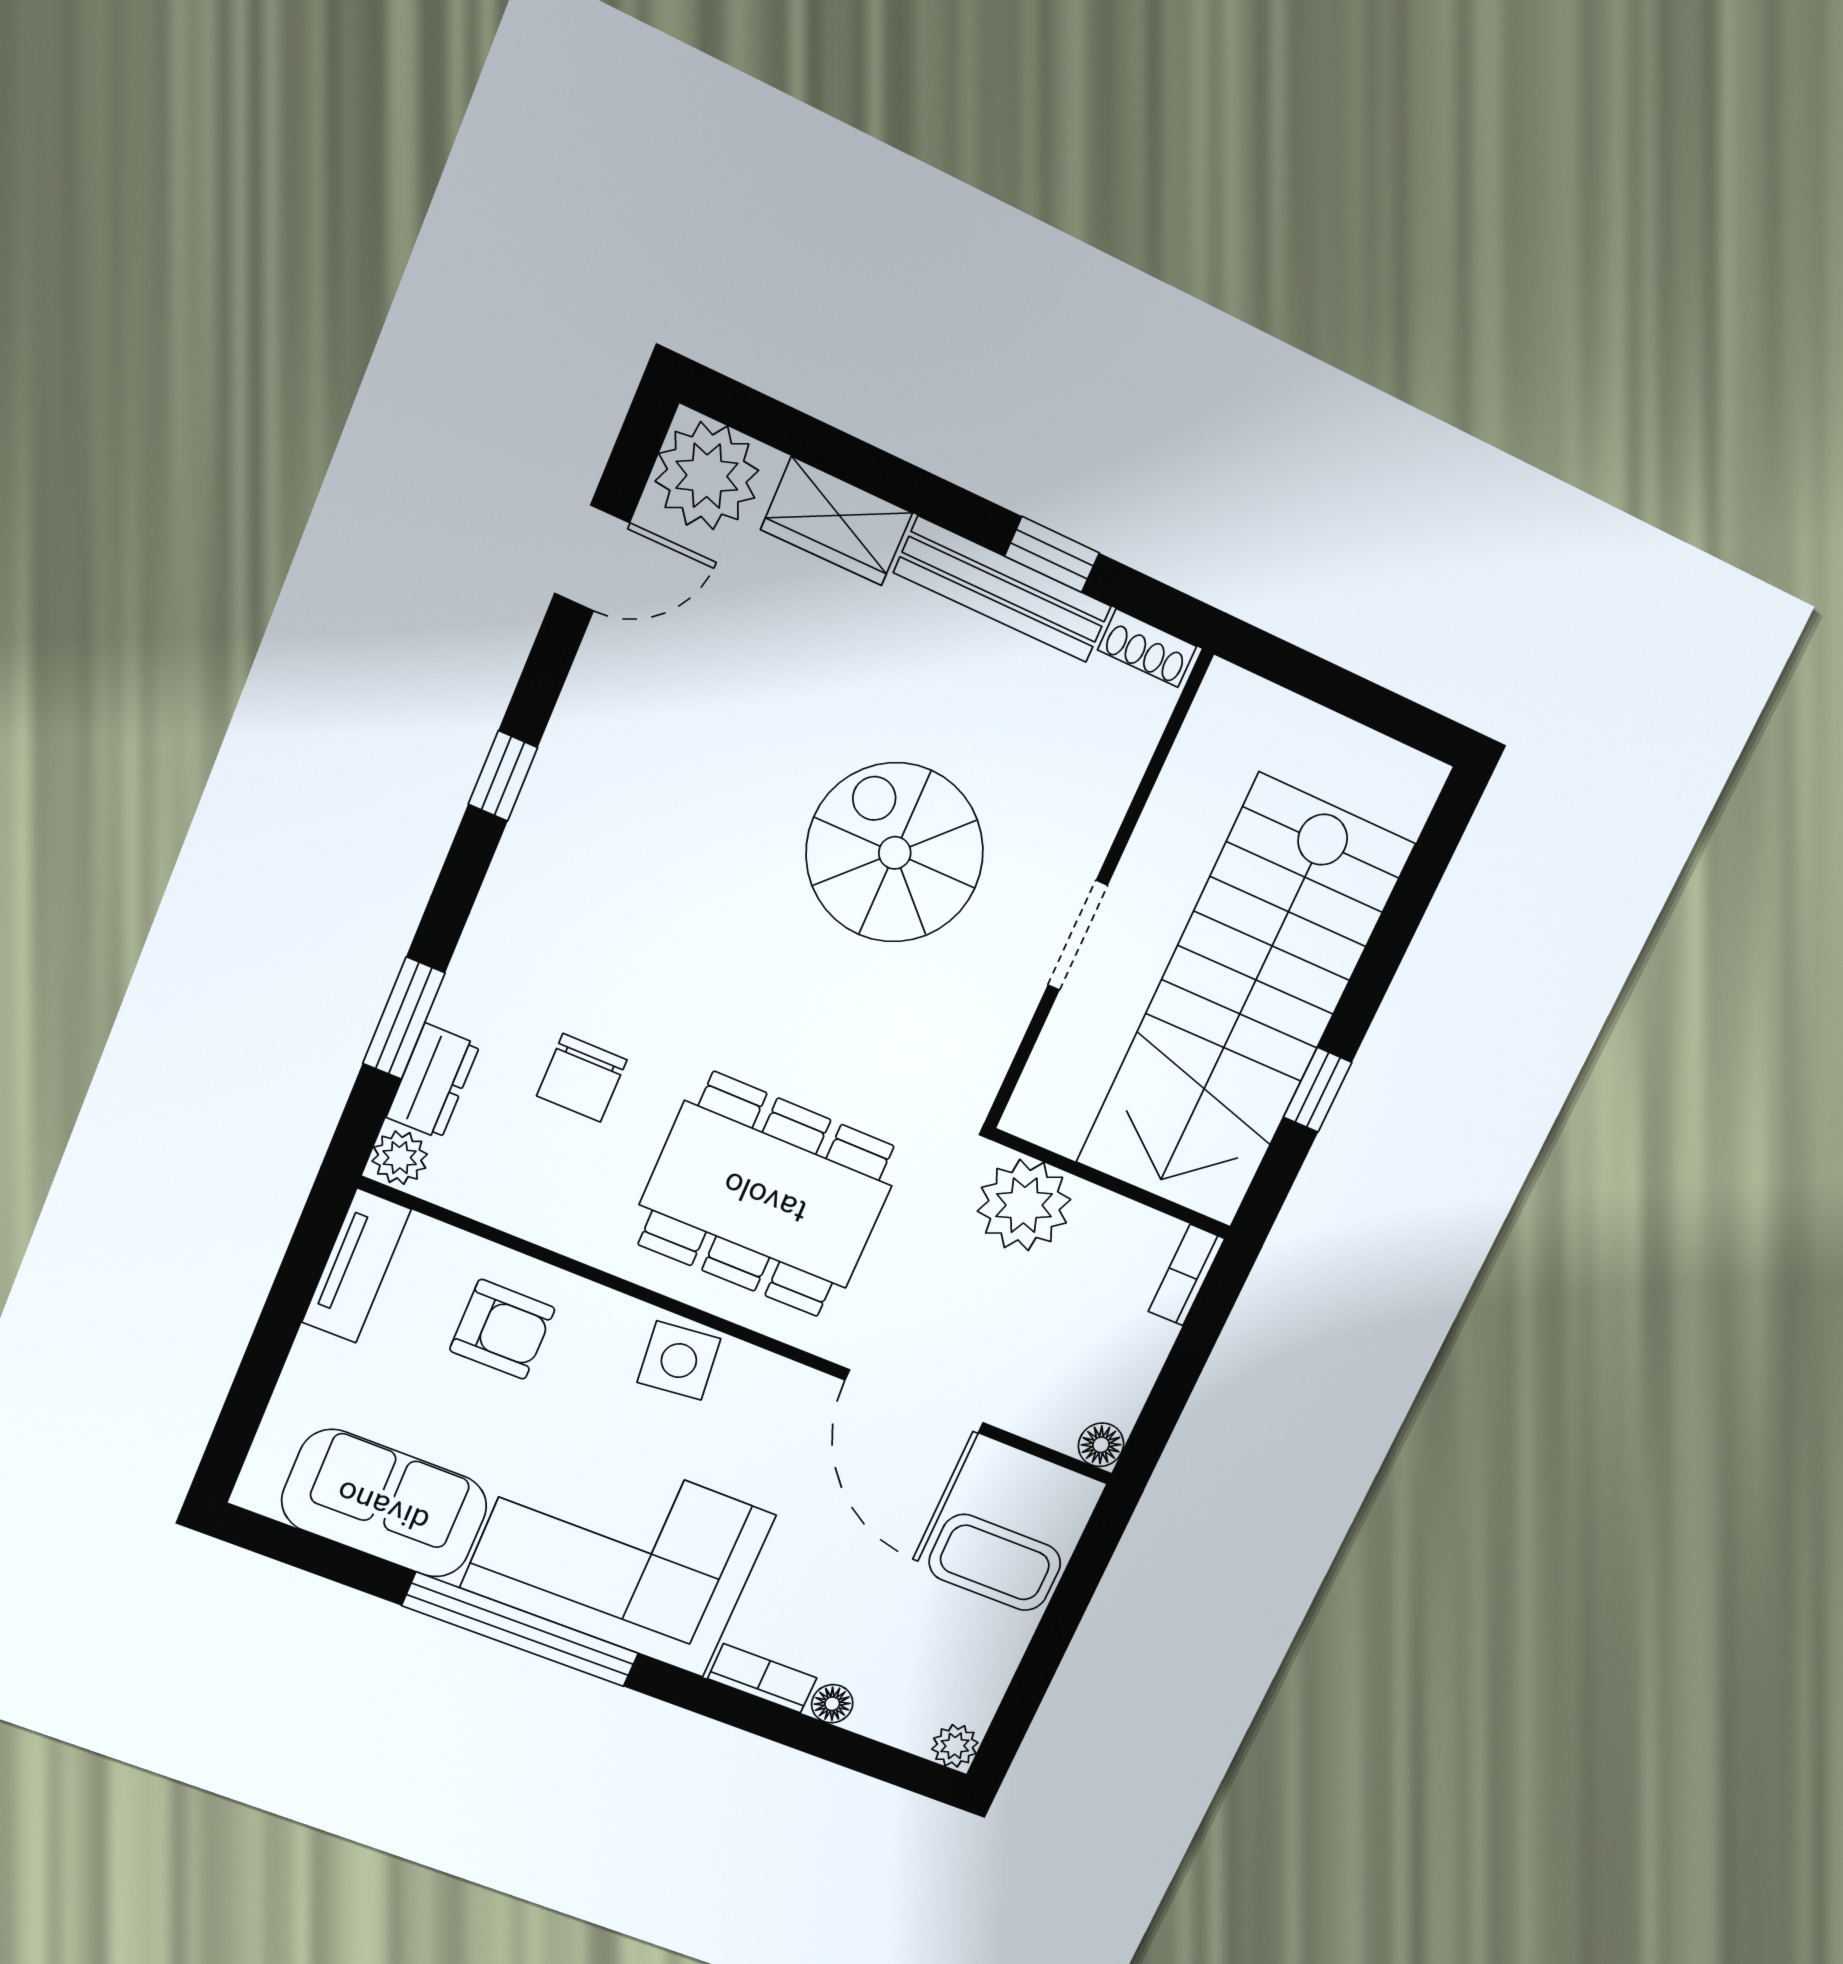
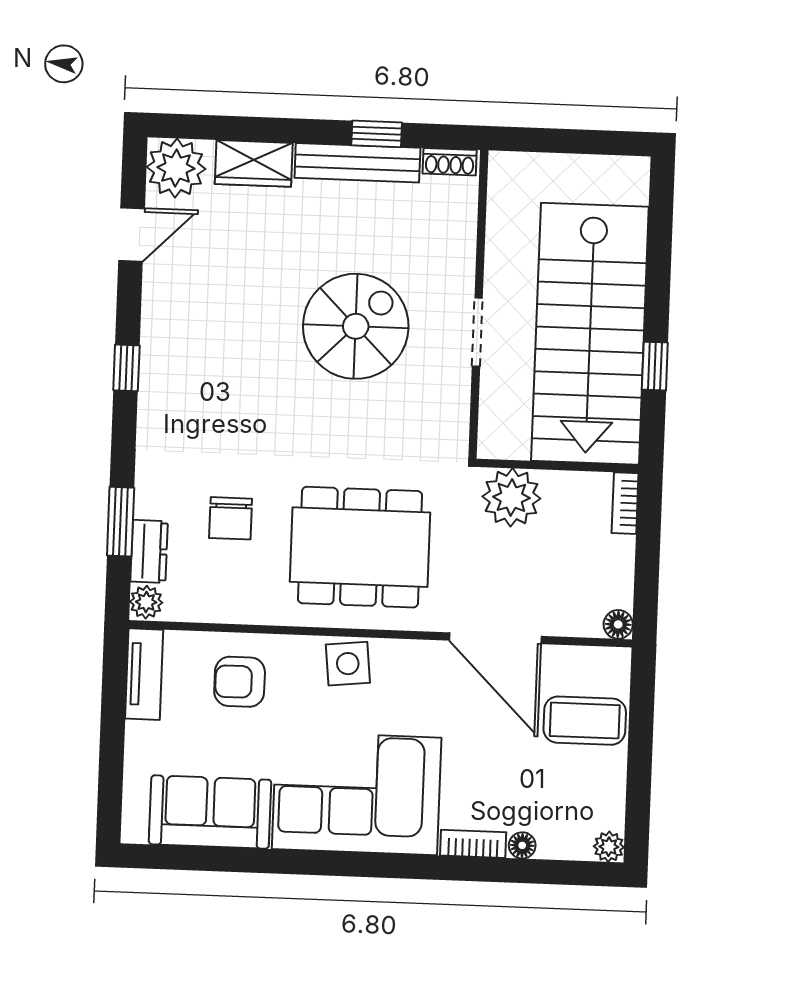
spiral stairs: (895, 853) -> (356, 326), turned 90
armchair: (502, 1329) -> (240, 682), turned 180
window: (521, 1630) -> (317, 863), removed

